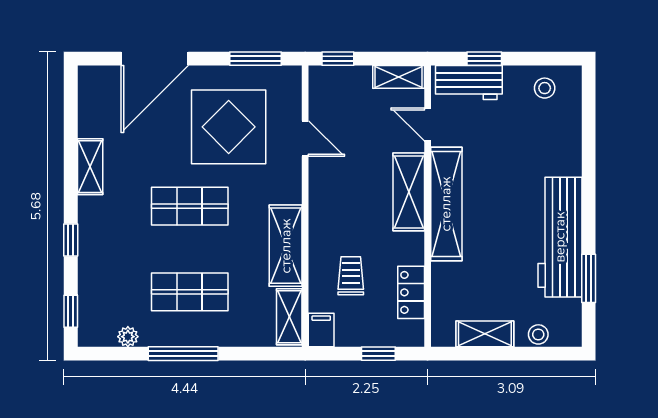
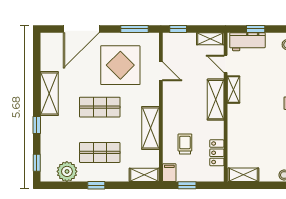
shelving: (90, 167) -> (49, 94), width x1.50, depth x1.33
shelving: (446, 204) -> (233, 90), width x0.45, depth x0.75
shelving: (289, 317) -> (144, 175), moved, turned 90
shelving: (485, 334) -> (243, 175), moved
plant: (128, 337) -> (67, 171), width x1.88, depth x1.88
window: (183, 354) -> (96, 185), width x0.46
window: (378, 354) -> (187, 185), moved

